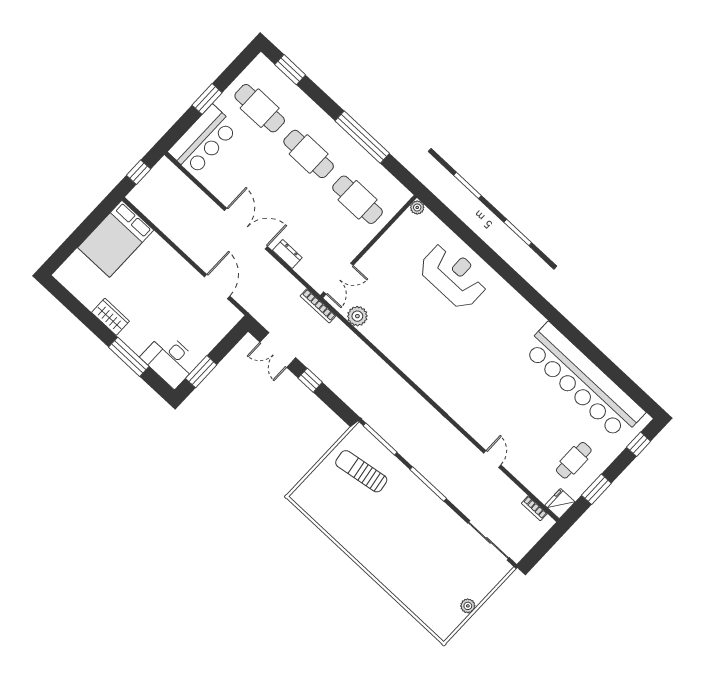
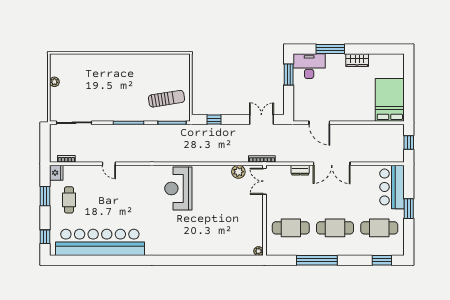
reception desk: (453, 276) -> (178, 188), moved, turned 90
window: (310, 380) -> (214, 120), moved

